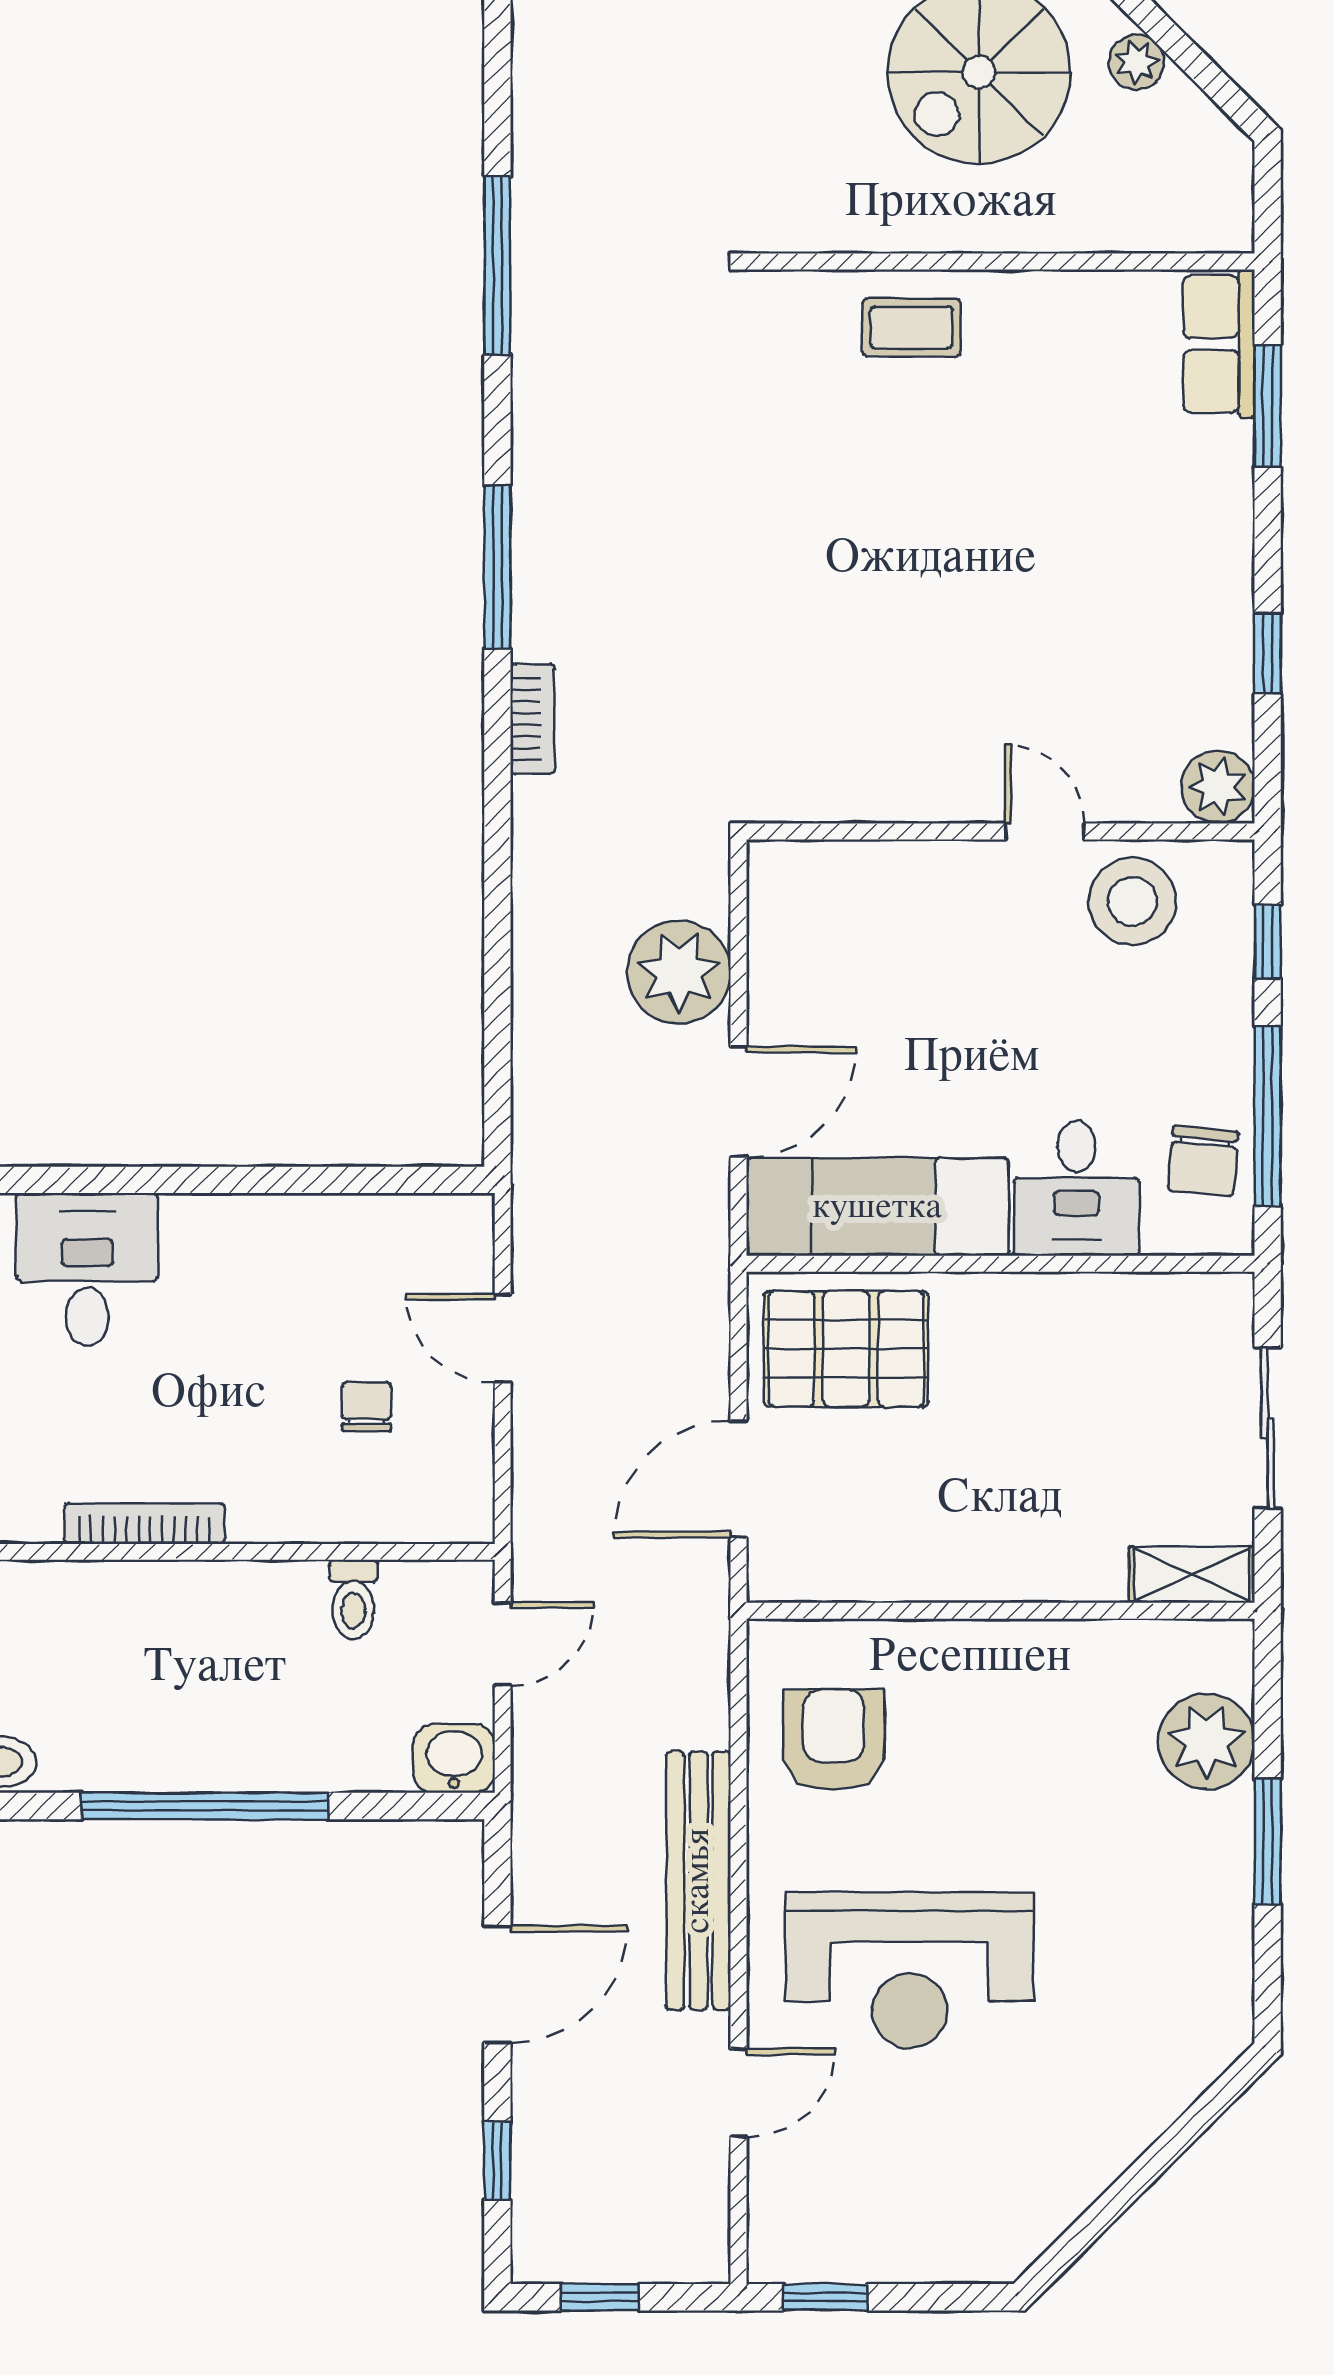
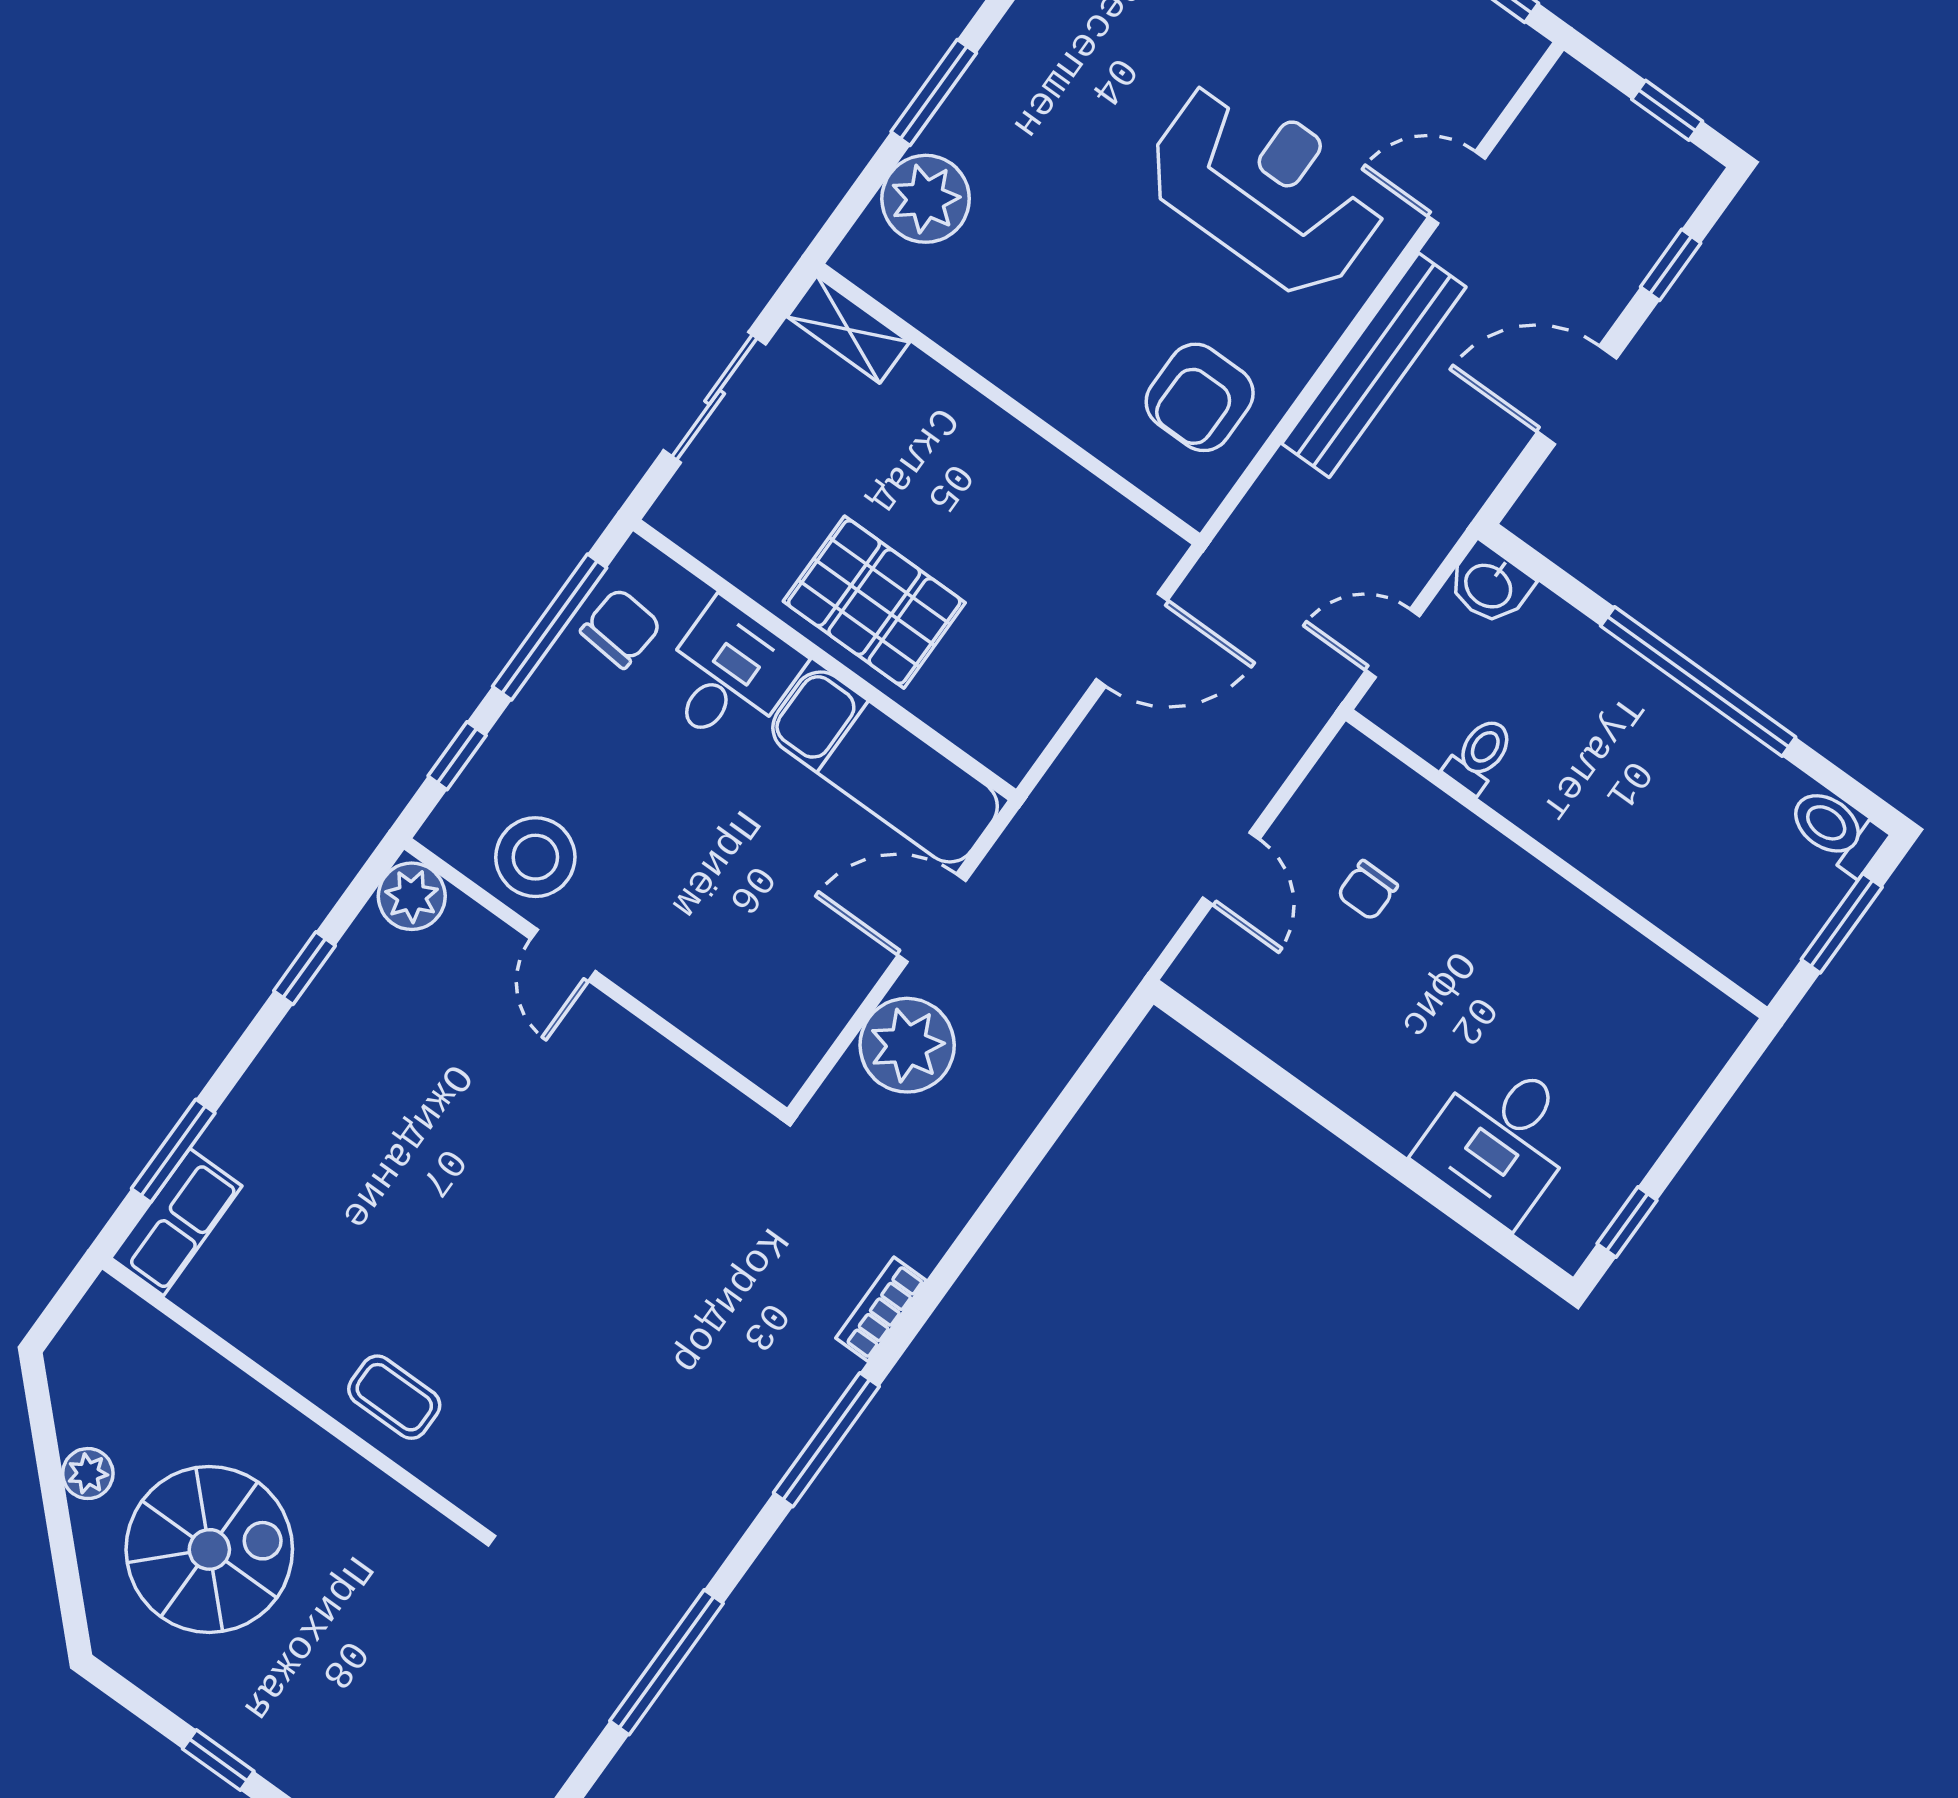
pallet: (846, 1349) -> (874, 602), moved
bookcase: (145, 1523) -> (1593, 922), removed

